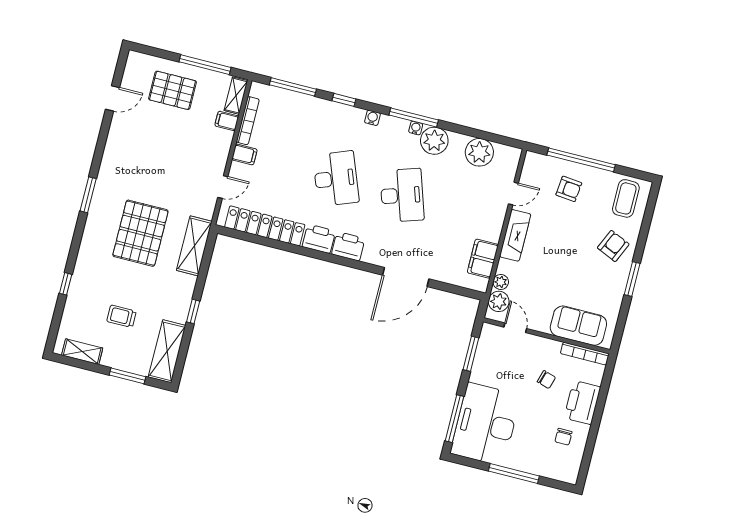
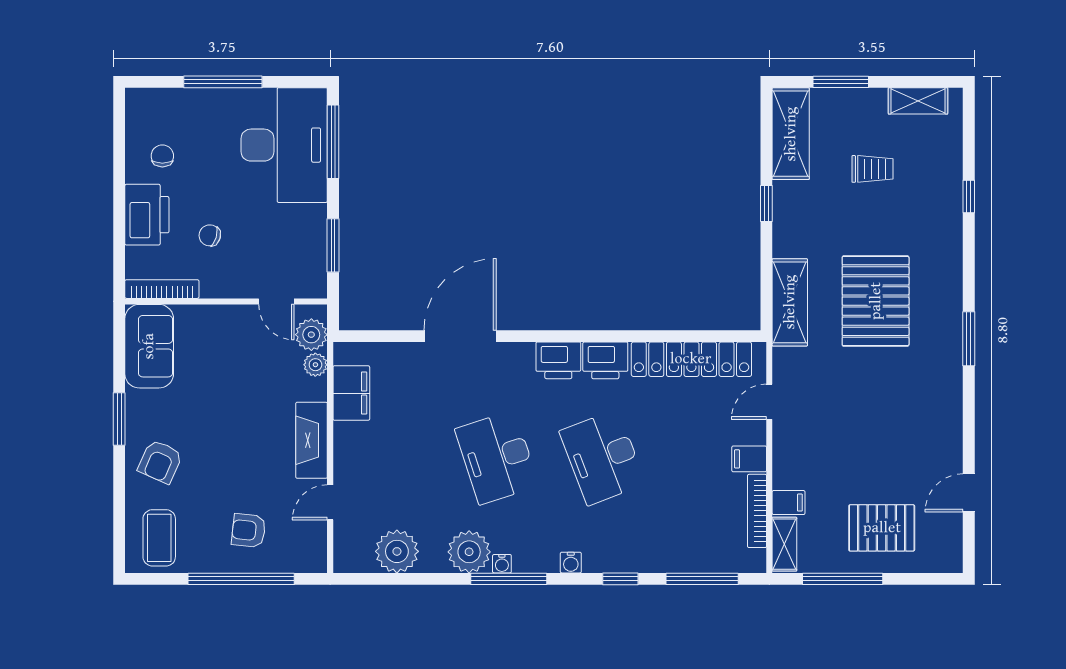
sofa: (578, 326) -> (149, 346), moved, turned -90

